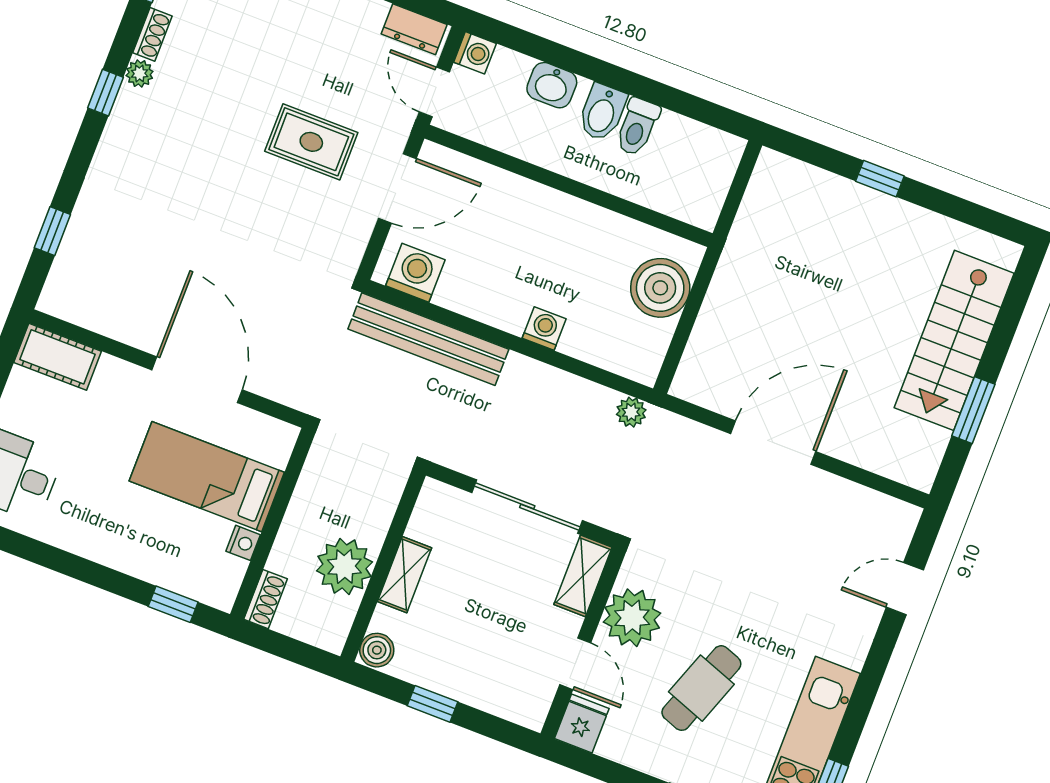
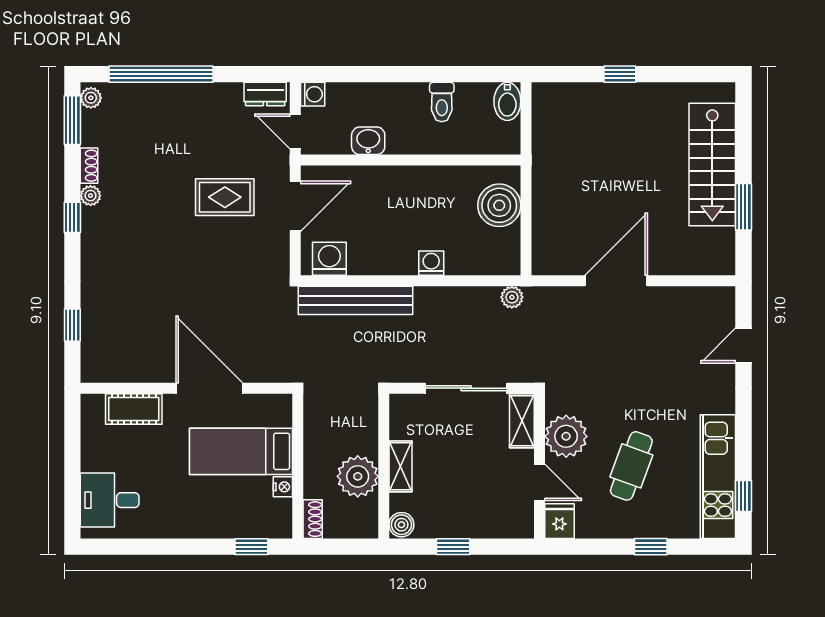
washbasin: (552, 85) -> (368, 141), moved, turned 180
bidet: (602, 112) -> (507, 101), moved
cot: (58, 357) -> (134, 409), moved

